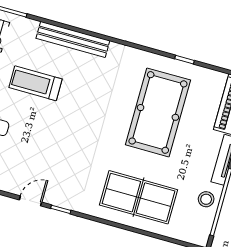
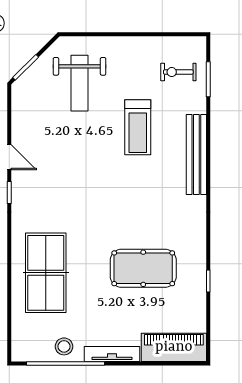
treadmill: (35, 83) -> (138, 127), turned 180
pool table: (158, 112) -> (143, 268), width x0.73, depth x0.76

